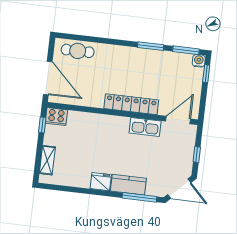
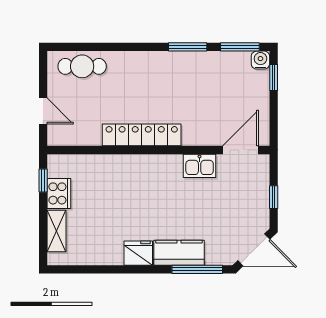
door: (48, 78) -> (43, 111), width x0.53
locker: (131, 104) -> (142, 135), moved
cooker: (56, 117) -> (59, 193), moved, turned -90
kitchen sink: (145, 127) -> (200, 166), width x0.73

